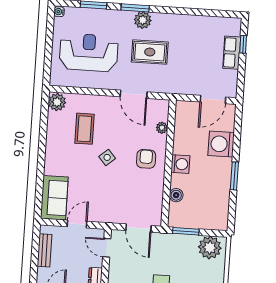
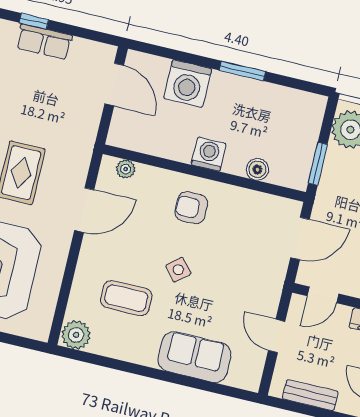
plant: (162, 128) -> (126, 169), moved
sofa: (54, 198) -> (194, 357), moved

